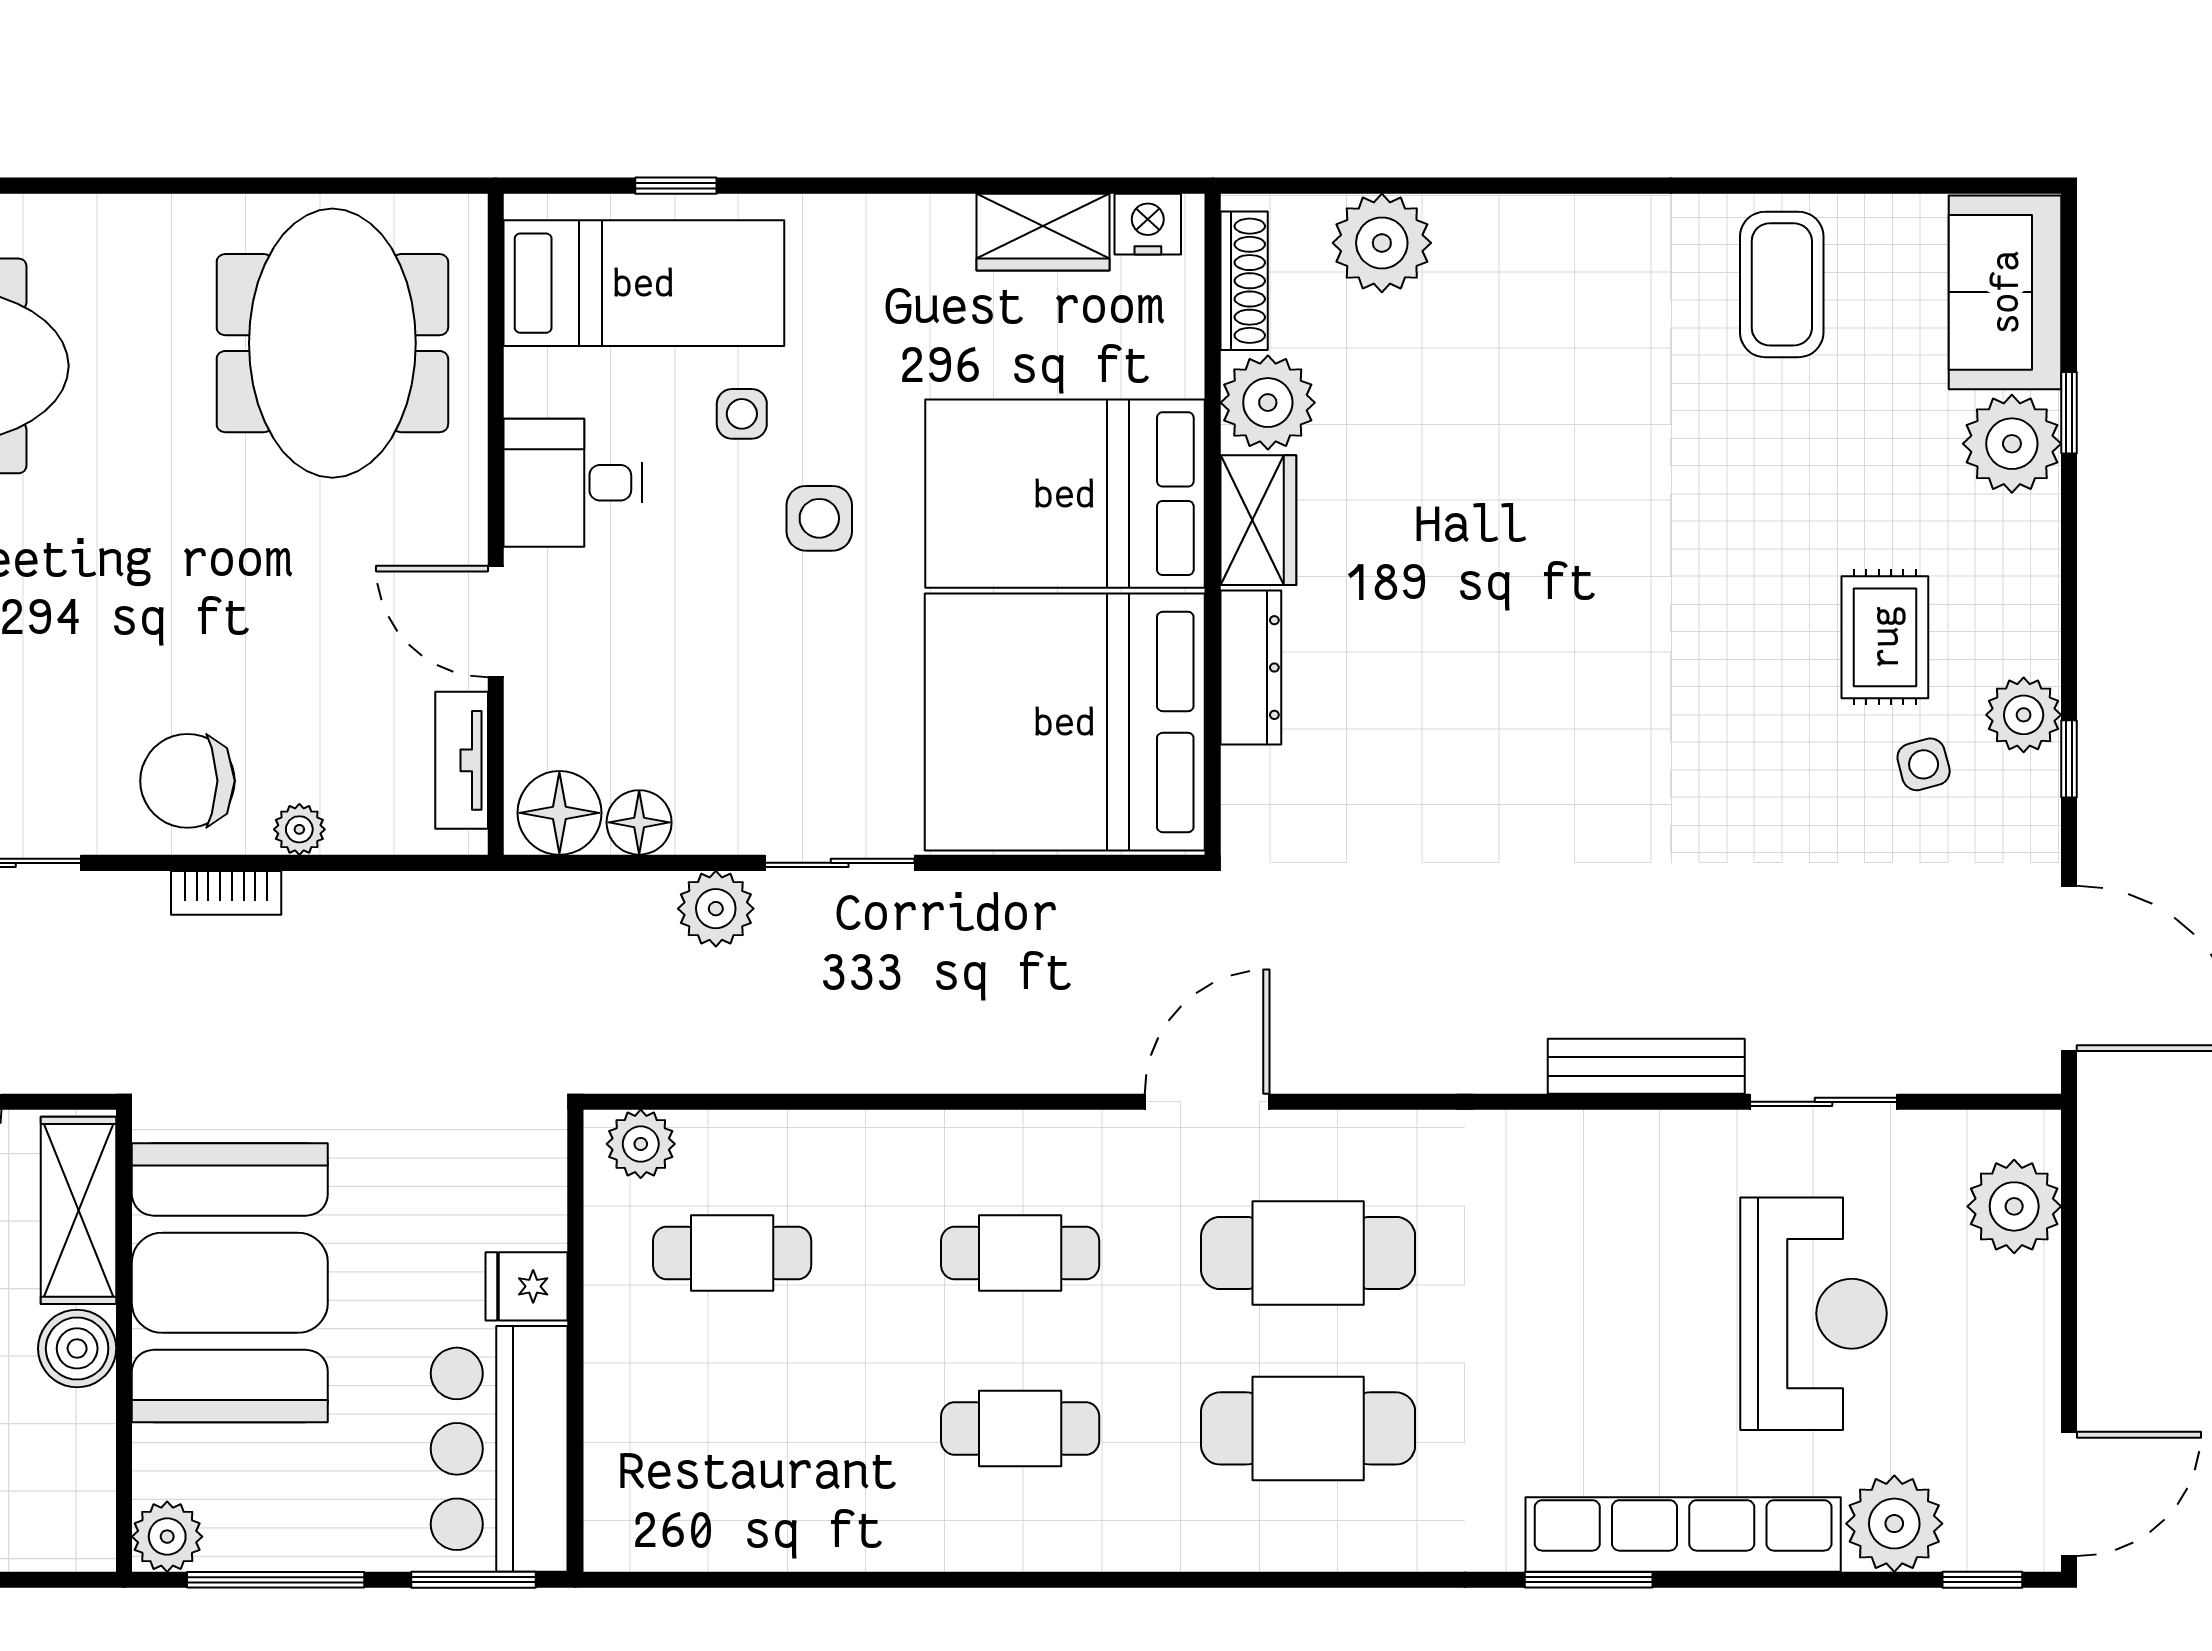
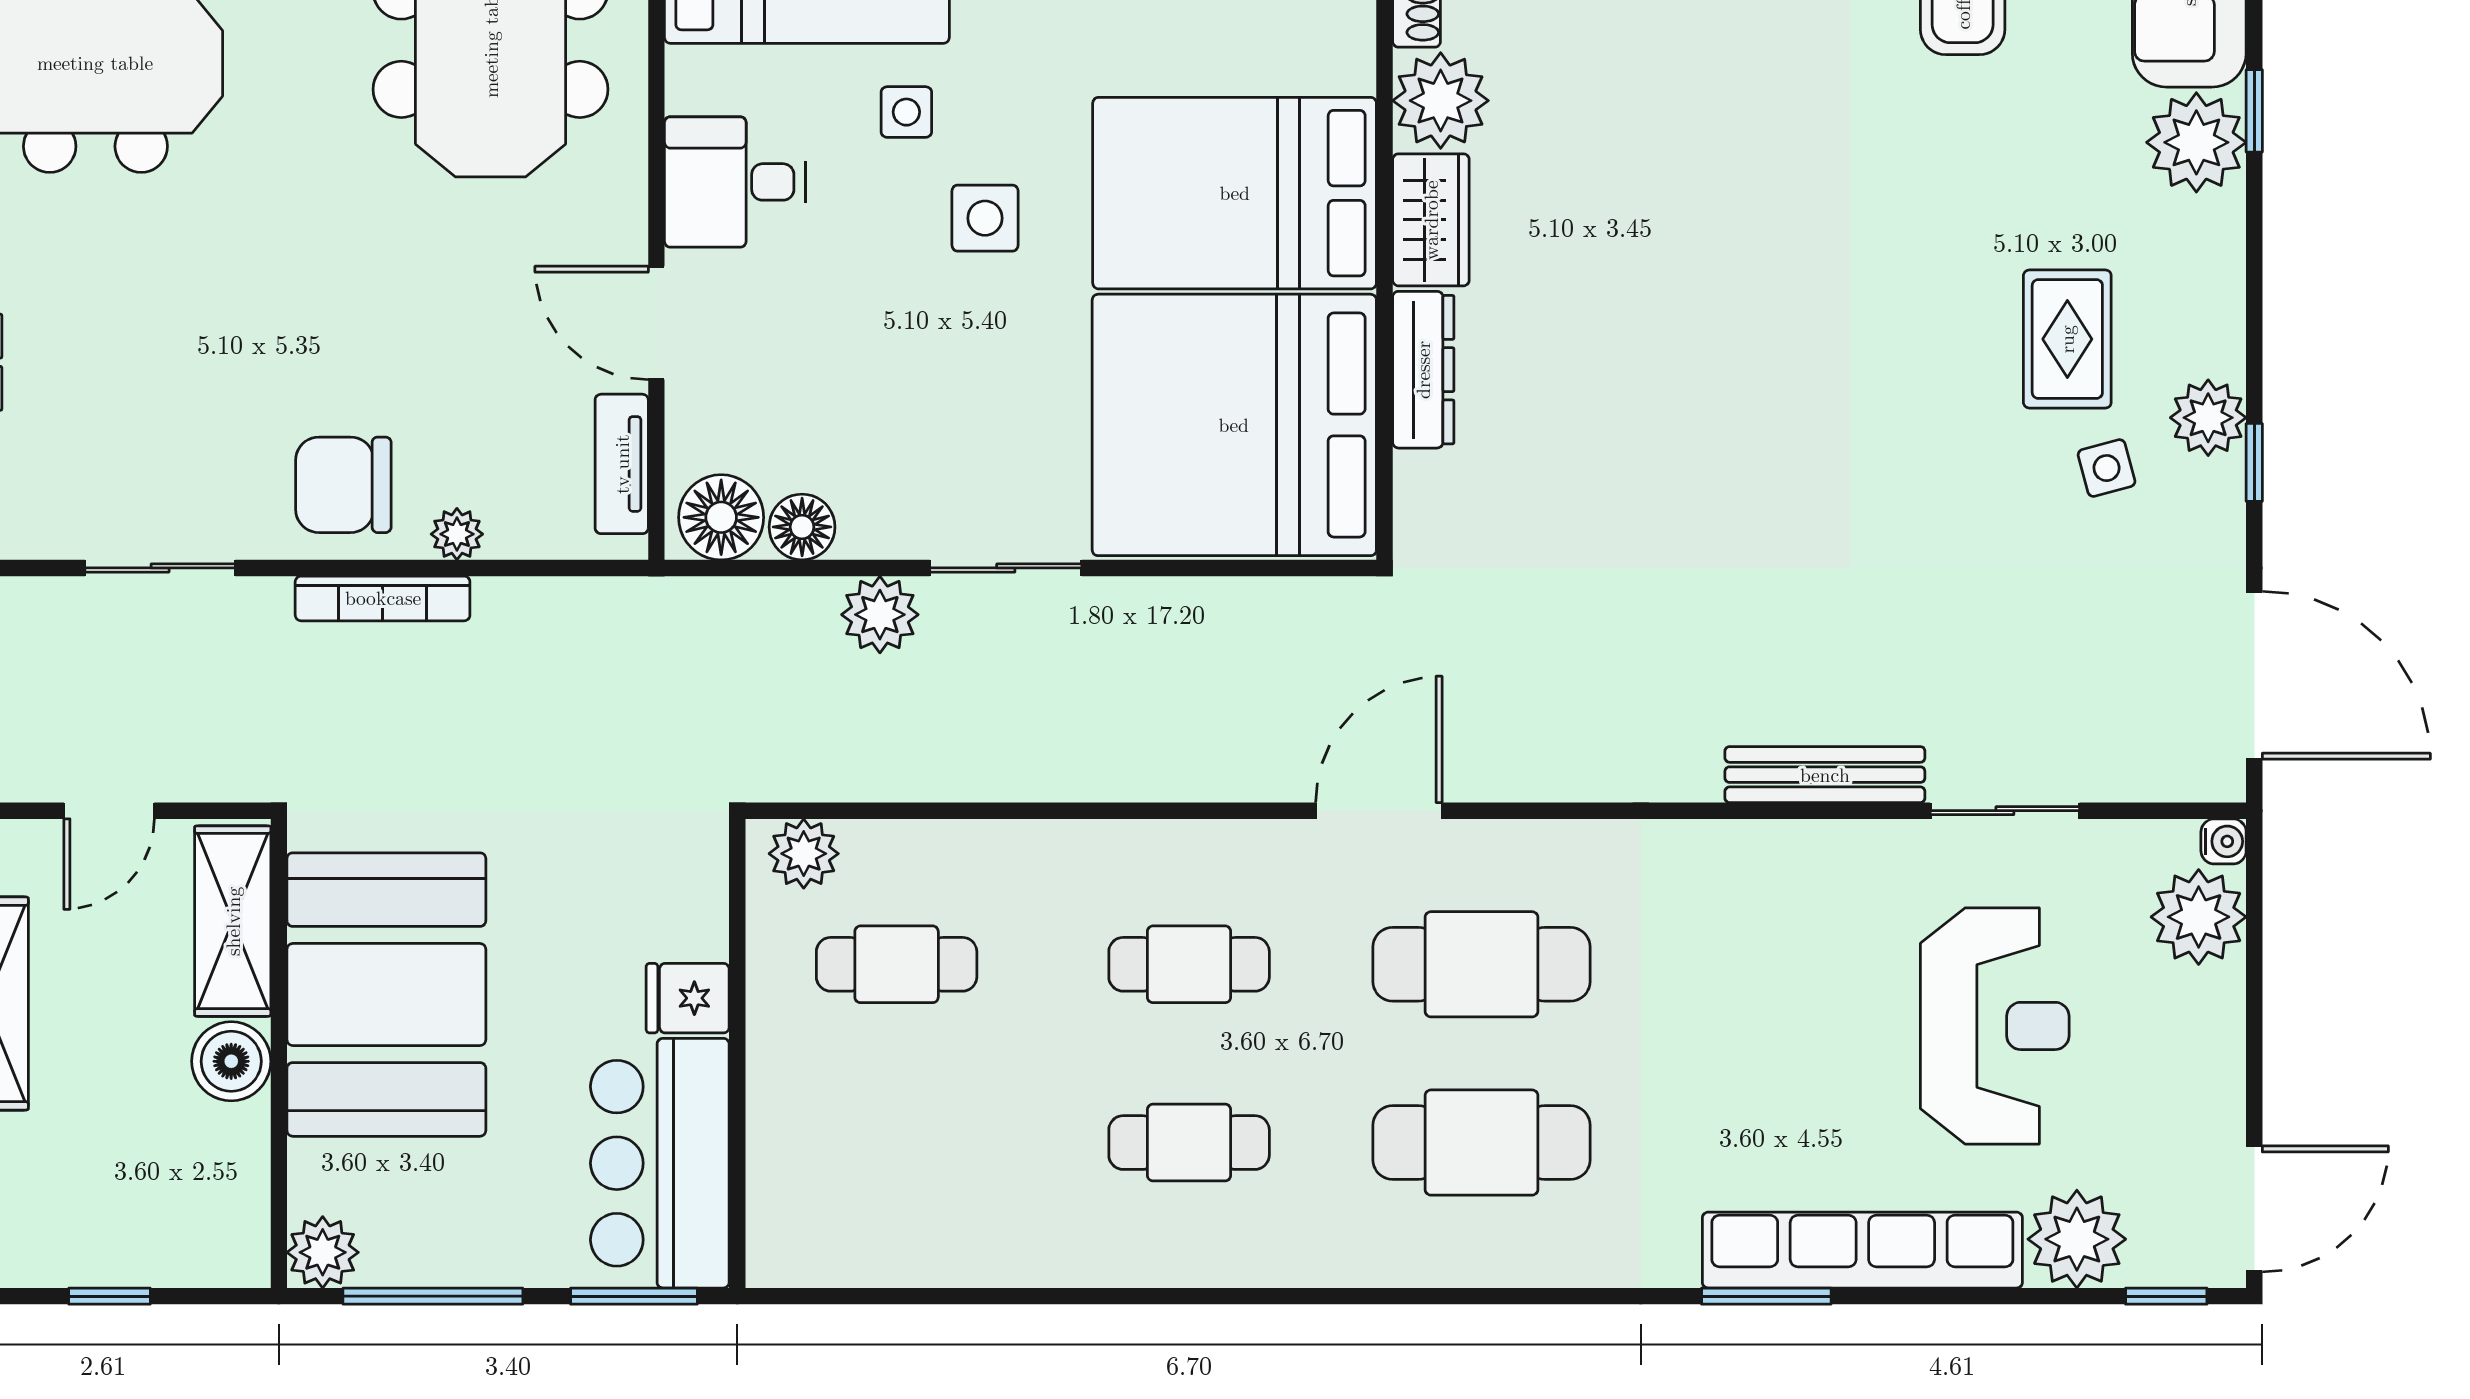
bookcase: (226, 893) -> (383, 598), width x1.56
water cooler: (2039, 1132) -> (2224, 841), added

